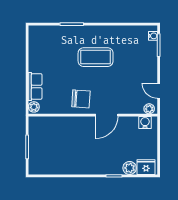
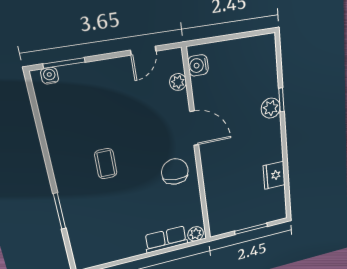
coffee table: (96, 57) -> (106, 164), width x0.54, depth x0.58
plant: (149, 109) -> (178, 82), moved
fridge: (146, 167) -> (274, 175), moved
plant: (130, 168) -> (271, 108), moved

